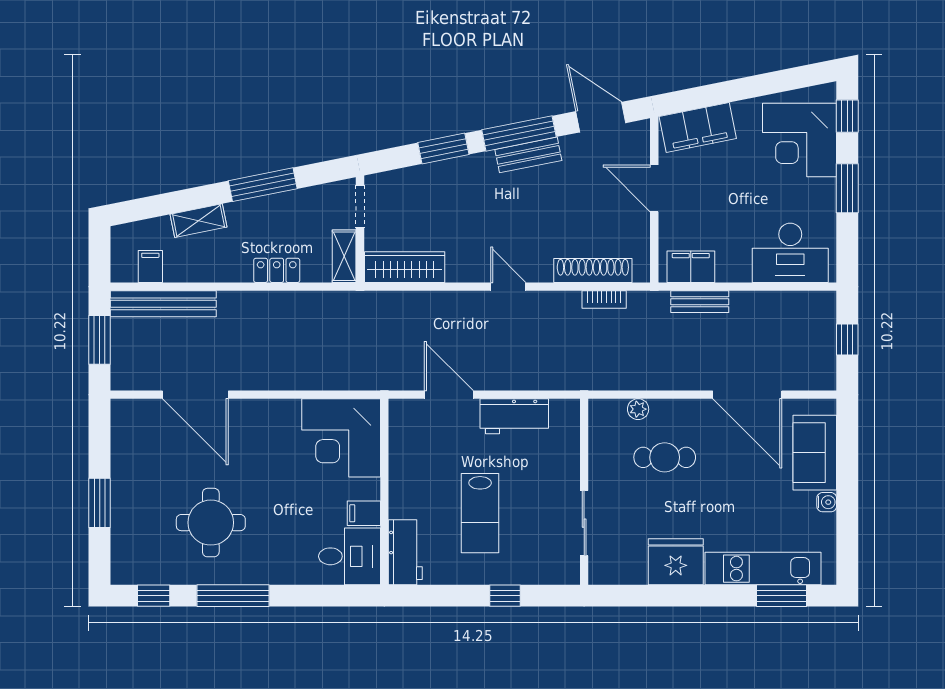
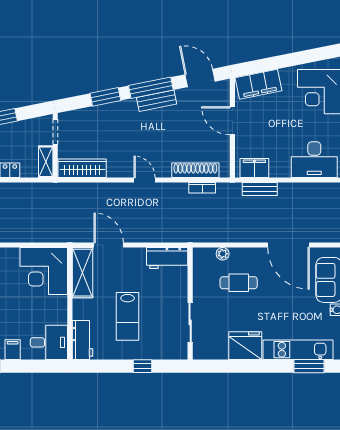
workbench: (514, 416) -> (167, 258), moved
shelving: (405, 441) -> (82, 273), added
filing cabinet: (364, 513) -> (13, 350), moved, turned 90

